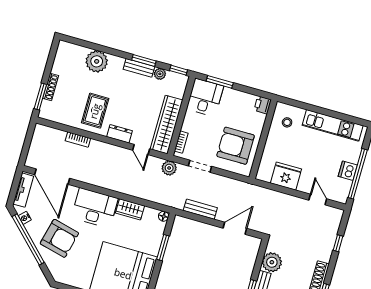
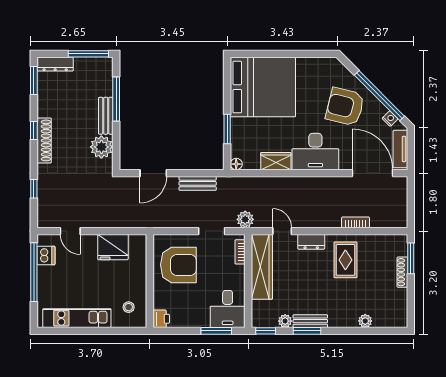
plant: (97, 61) -> (365, 321), width x0.53, depth x0.53
dishwasher: (348, 171) -> (46, 256), moved

